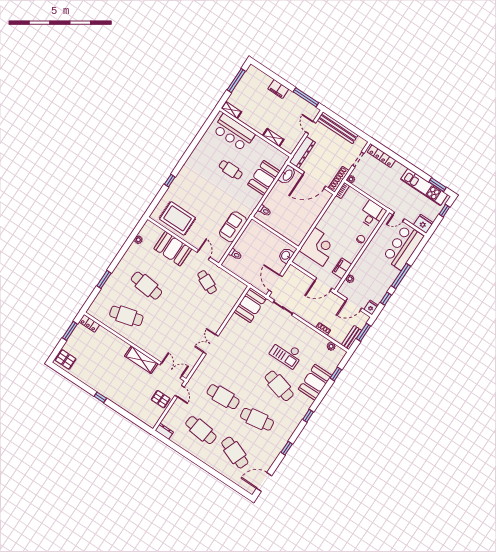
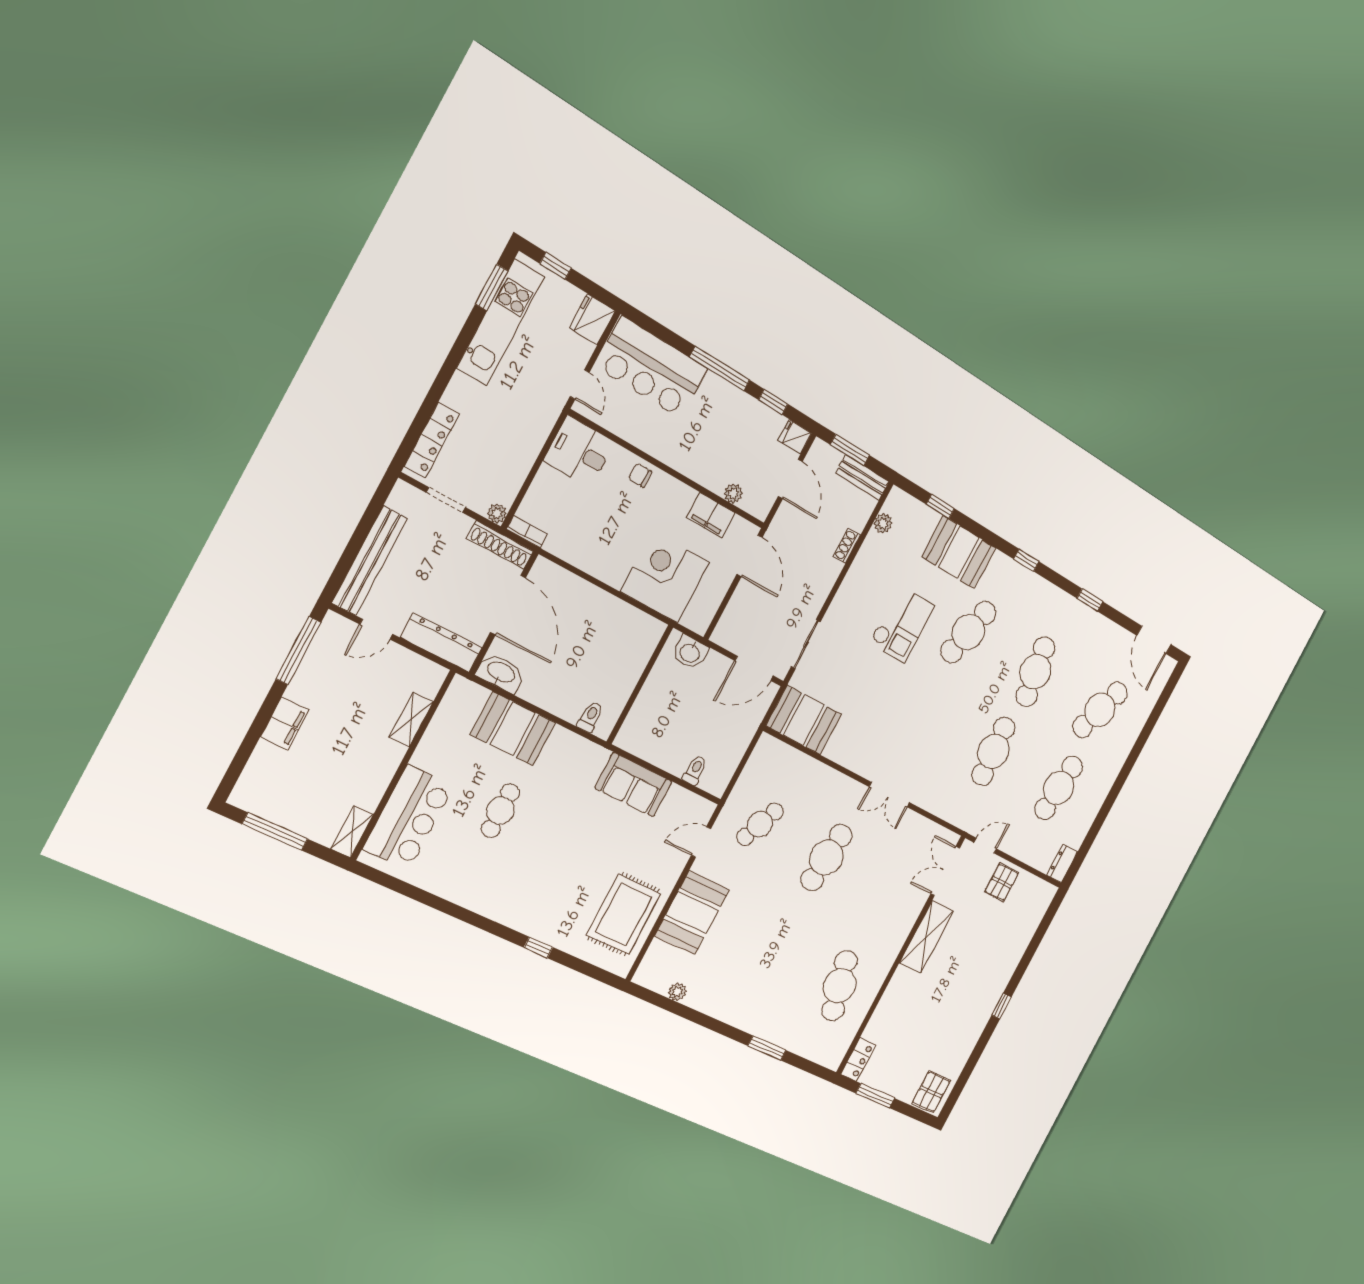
cafe table: (146, 286) -> (826, 858), moved

